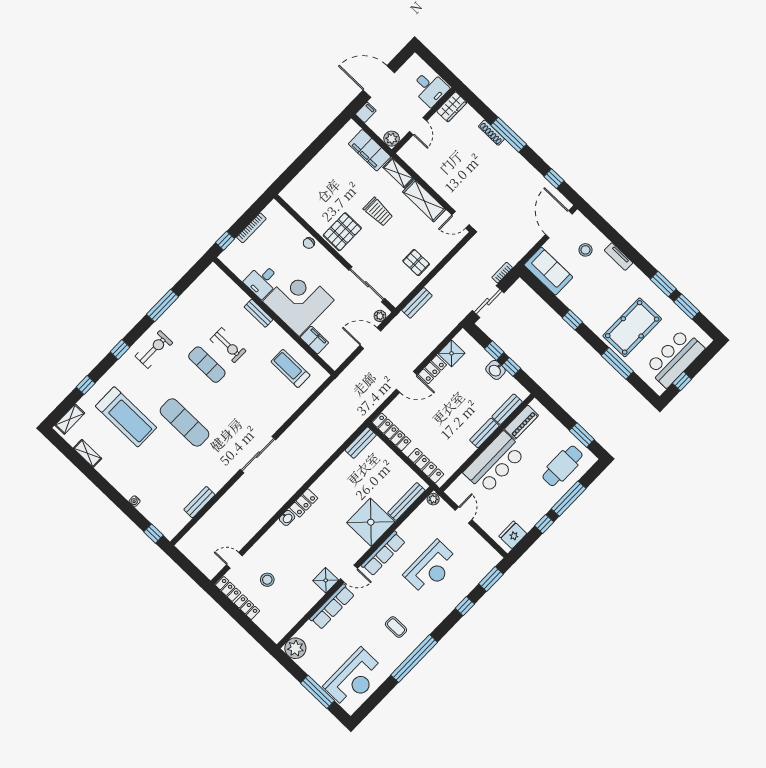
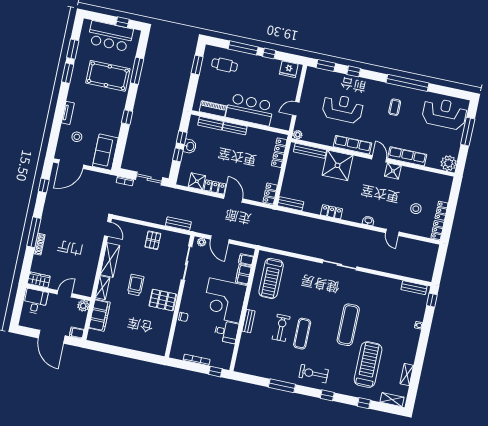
filing cabinet: (329, 354) -> (246, 260), added
treadmill: (290, 368) -> (271, 278), width x1.37, depth x1.38
locker: (392, 432) -> (270, 194), width x0.66
cafe table: (562, 466) -> (225, 65), width x0.73, depth x0.74
bench: (199, 502) -> (414, 288), moved
locker: (304, 503) -> (332, 212), moved
door: (234, 560) -> (392, 232), moved

